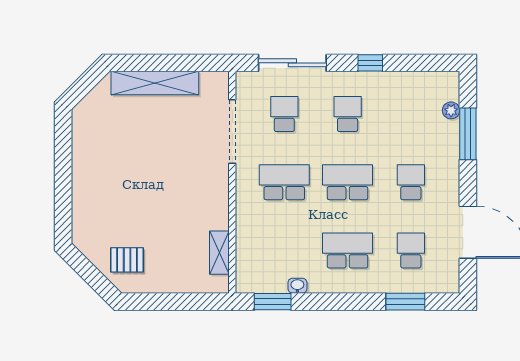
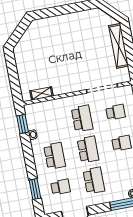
school desk: (411, 182) -> (94, 181), width x1.85
pallet: (127, 260) -> (29, 49), removed

